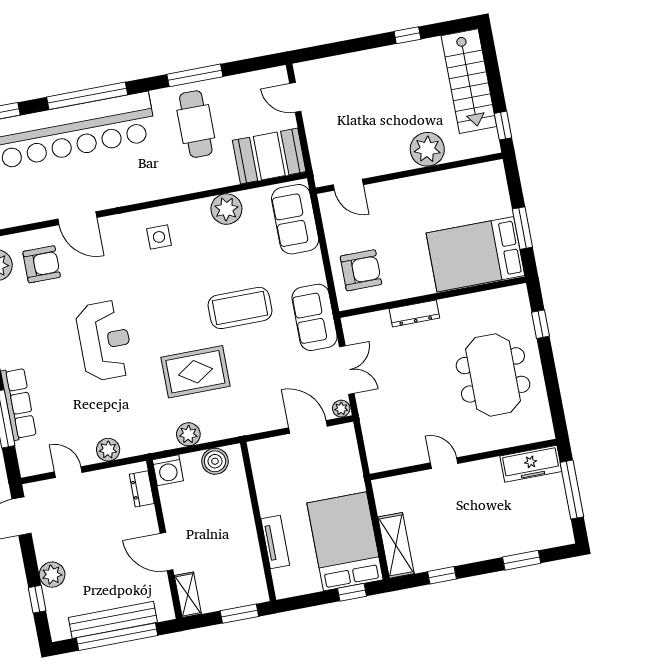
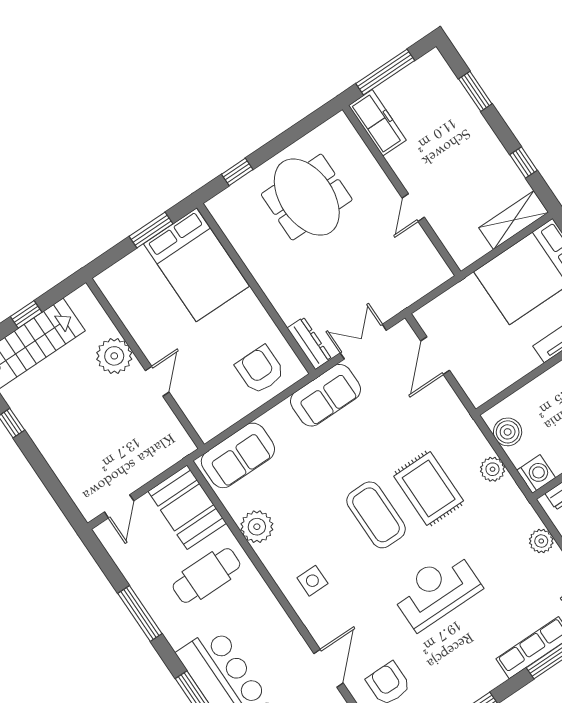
cafe table: (196, 124) -> (206, 575), moved
window: (503, 126) -> (26, 314), moved
door: (348, 185) -> (157, 381), moved
coffee table: (240, 308) -> (376, 515), moved
dresser: (414, 313) -> (309, 343), moved
meeting table: (493, 375) -> (307, 197), turned 90
plant: (341, 409) -> (403, 331), removed

